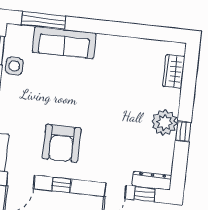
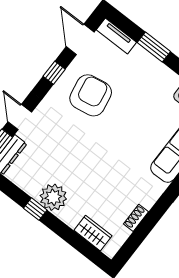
shoe rack: (139, 44) -> (136, 218), added
armchair: (61, 143) -> (91, 95), turned 80

